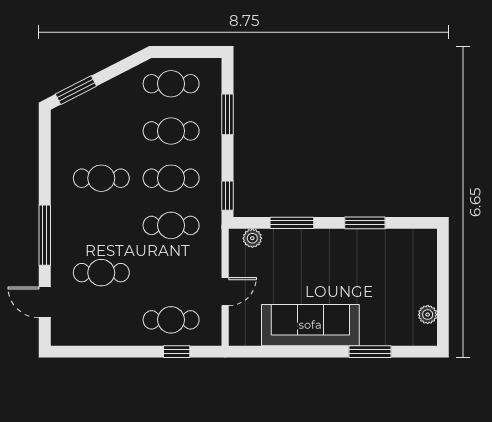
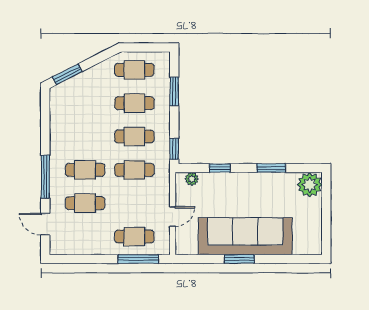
cafe table: (101, 178) -> (85, 170), moved
window: (292, 223) -> (220, 168), width x0.67
plant: (428, 315) -> (310, 185), moved, width x1.88, depth x1.88
sofa: (310, 325) -> (245, 236), width x1.36, depth x1.27
window: (177, 352) -> (138, 259), width x2.17
window: (370, 352) -> (239, 259), moved

